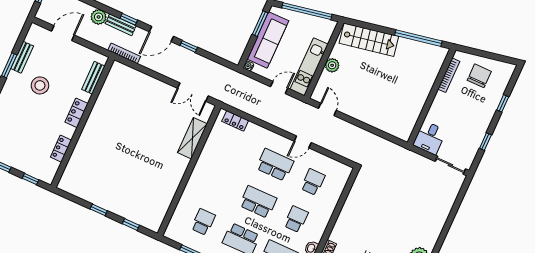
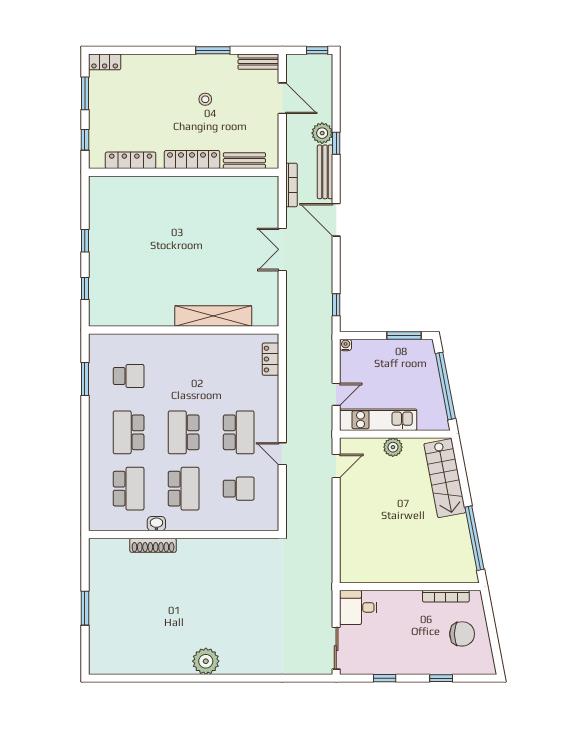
window: (129, 19) -> (336, 143), moved
bench: (121, 25) -> (325, 172), width x1.36
sofa: (268, 40) -> (388, 354), removed
window: (189, 46) -> (336, 305), moved
bench: (22, 57) -> (258, 62), moved
stool: (40, 85) -> (205, 99), width x0.53, depth x0.53
door: (279, 87) -> (336, 394), hinge flipped
double door: (193, 92) -> (282, 249), moved
locker: (77, 113) -> (192, 159), width x1.53
shelving: (192, 138) -> (213, 316), width x1.47
locker: (61, 149) -> (131, 160), width x1.53
school desk: (258, 202) -> (184, 432), turned 180
school desk: (296, 219) -> (184, 489), width x1.85

